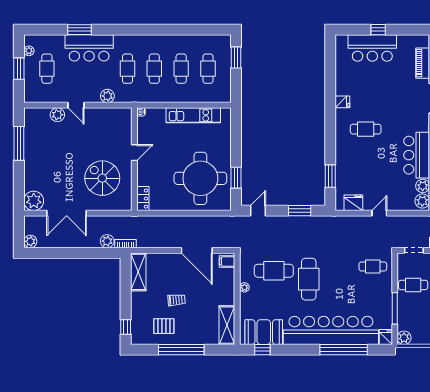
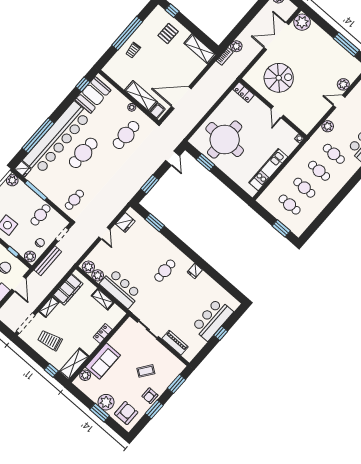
cafe table: (309, 279) -> (83, 153), moved, turned 90
trolley: (177, 300) -> (133, 50), moved
shelving: (227, 325) -> (141, 96), moved
pallet: (164, 326) -> (168, 33), moved

